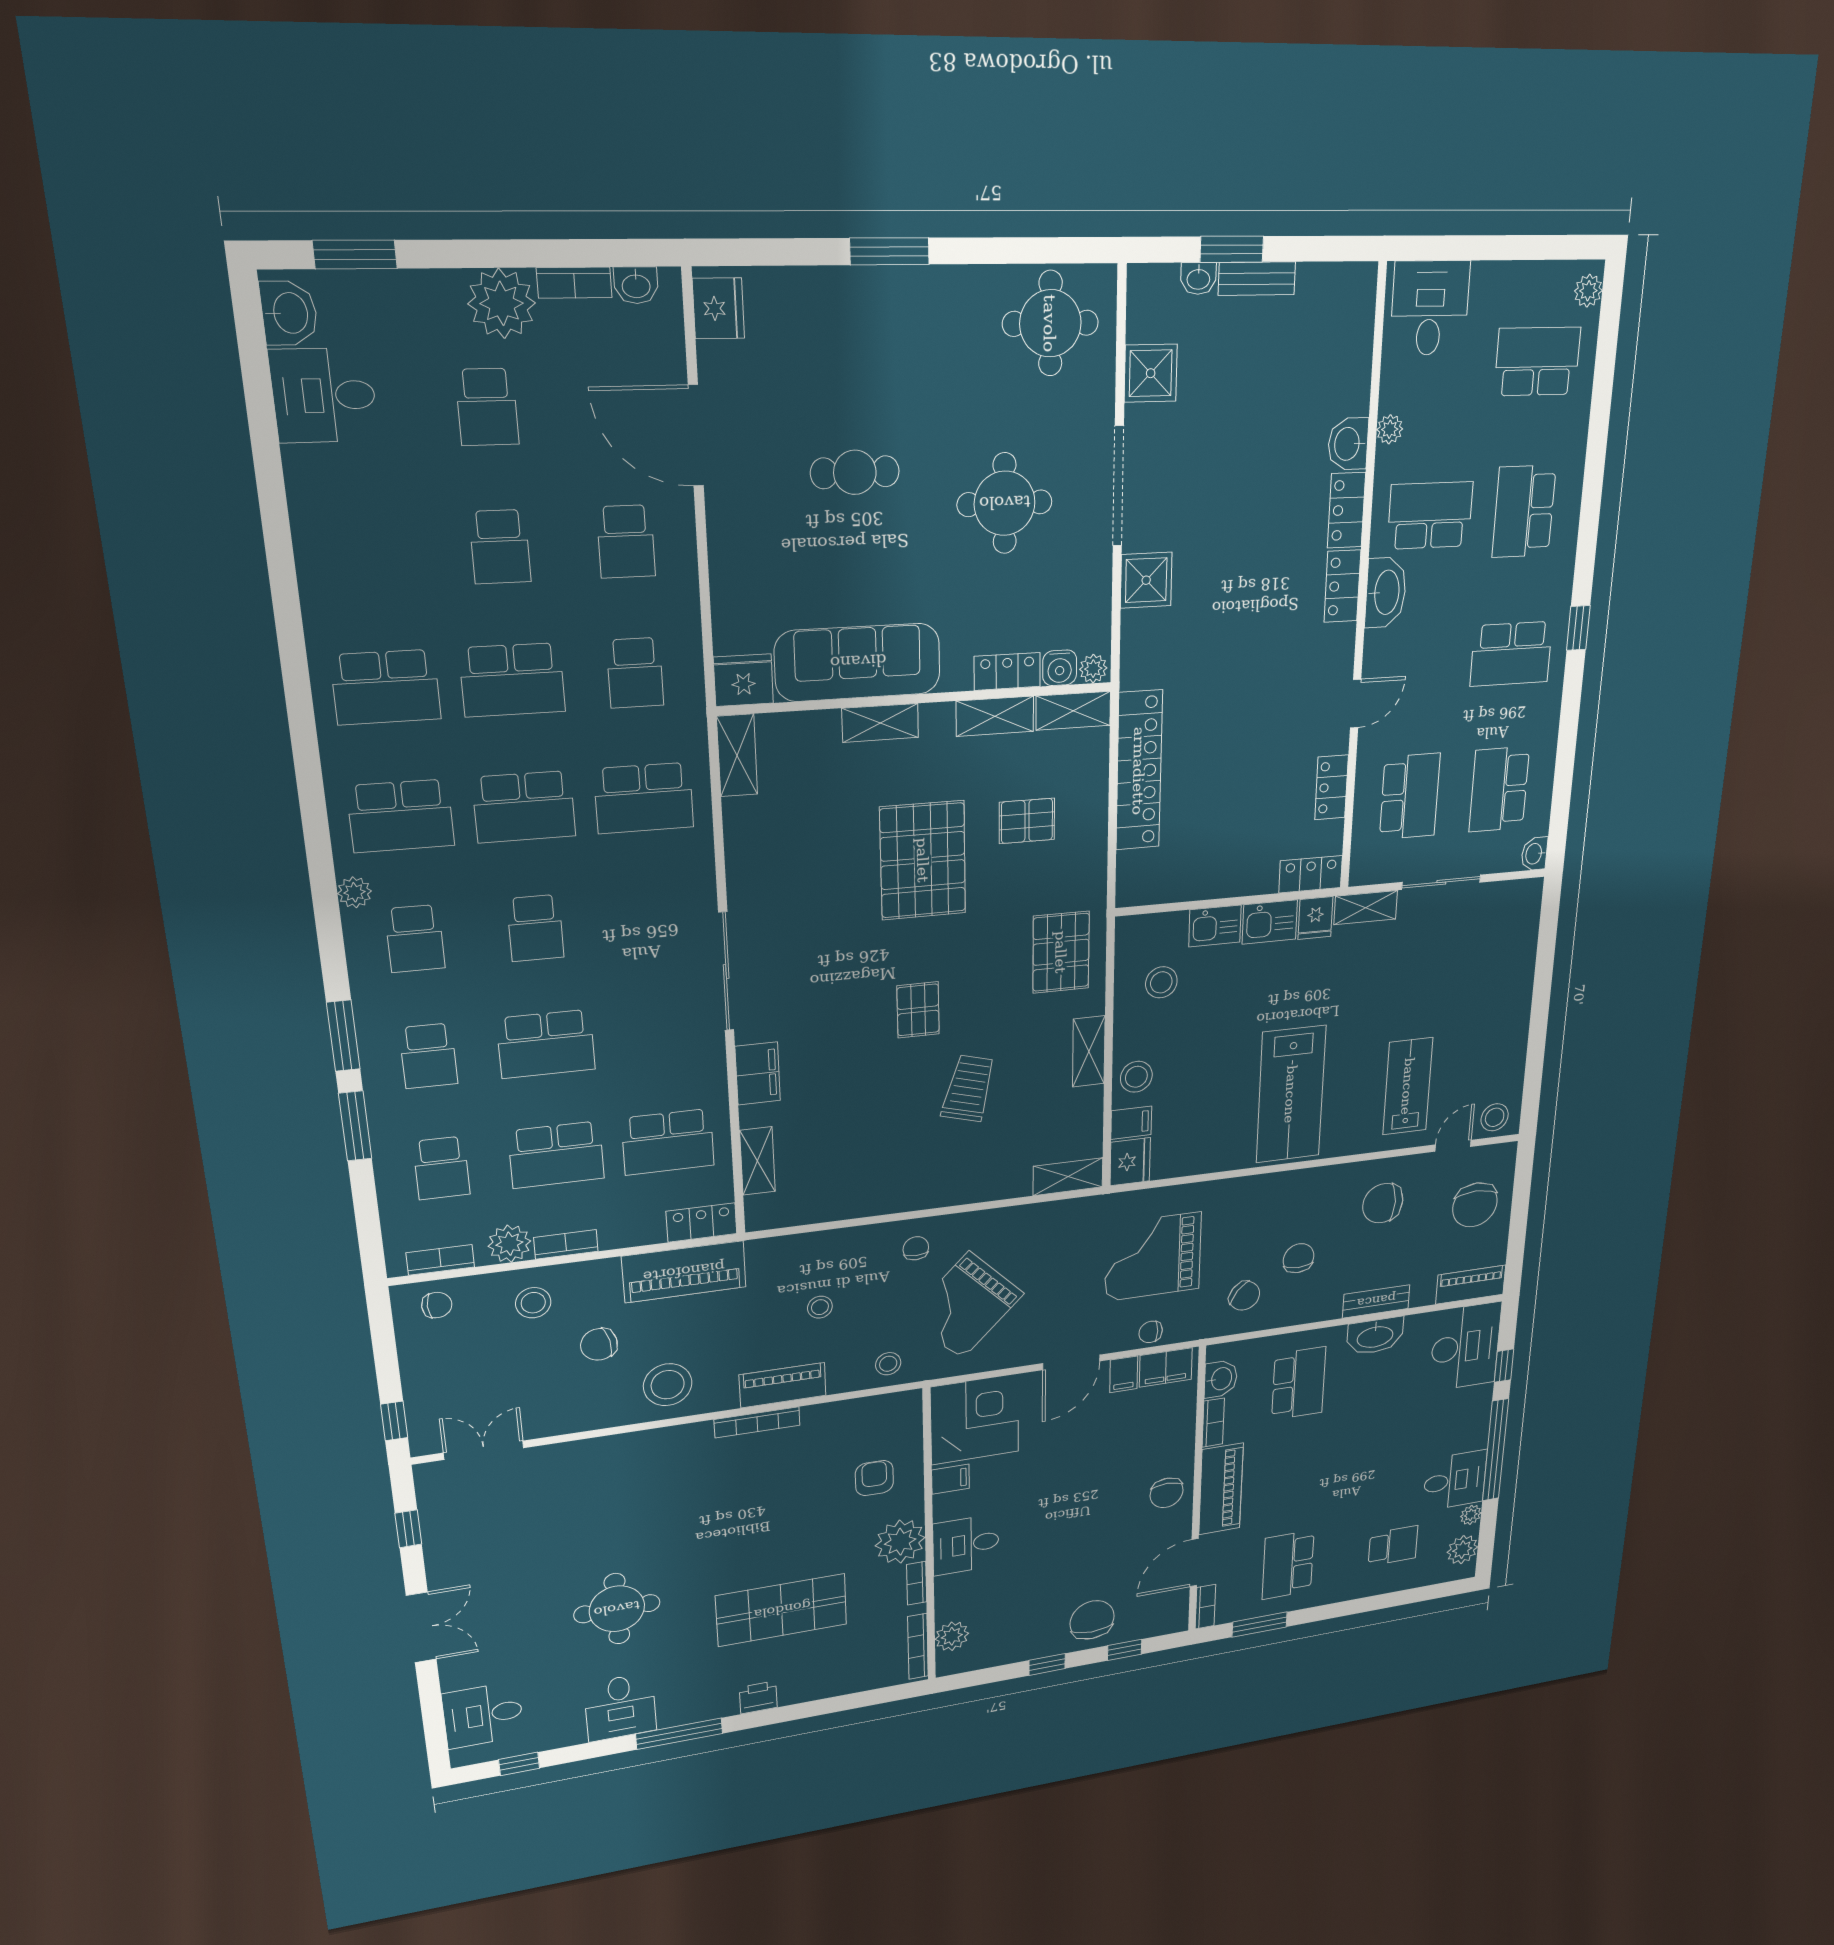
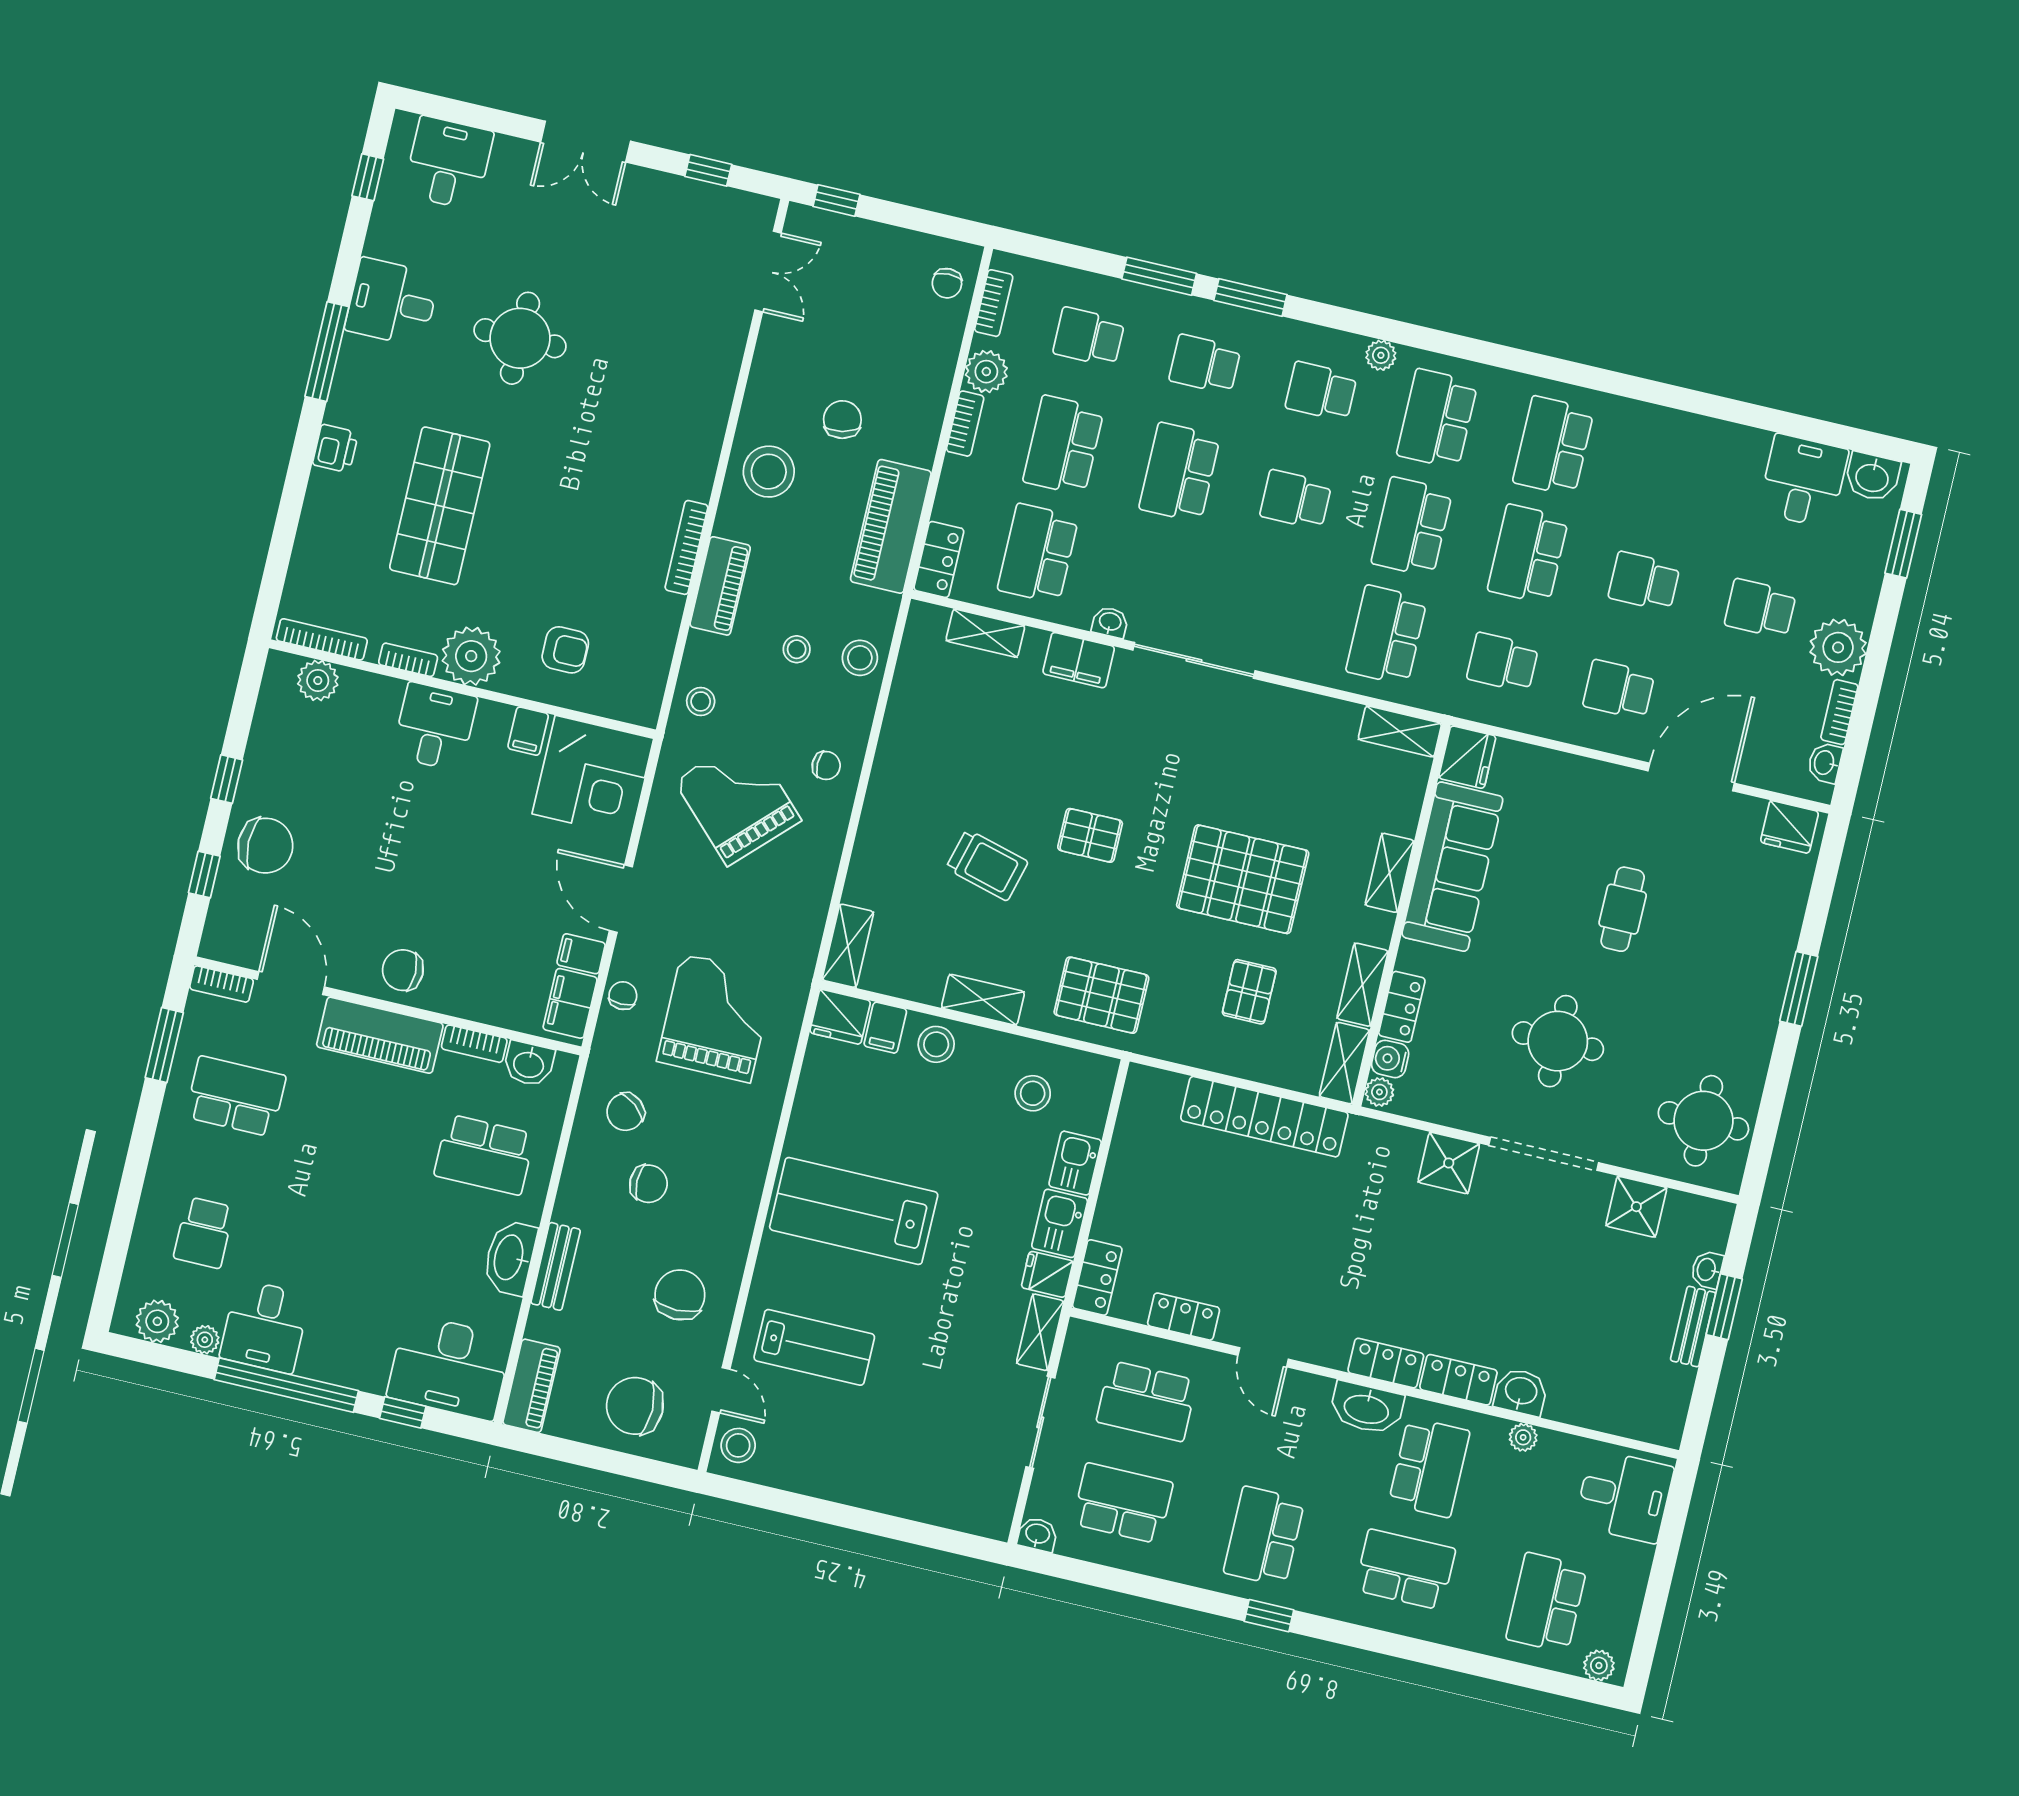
school desk: (1537, 362) -> (1546, 1603), turned 180
washbasin: (713, 1058) -> (1110, 622), added
stool: (533, 1303) -> (860, 658), moved

